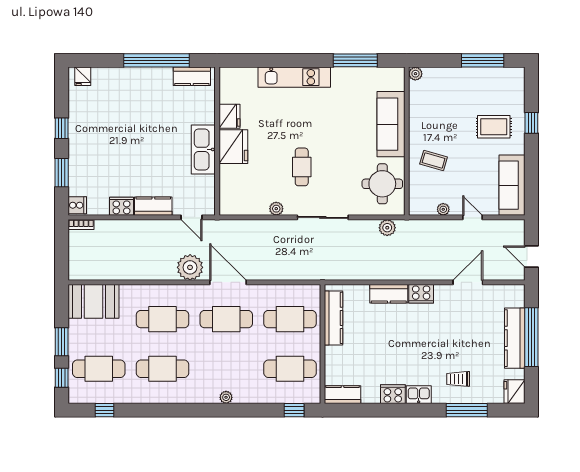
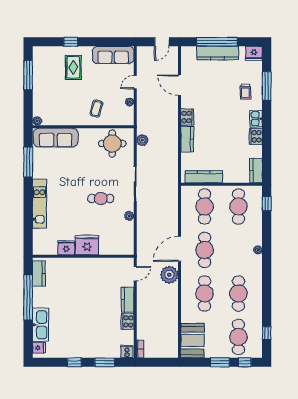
sofa: (391, 124) -> (56, 138), moved
kitchen sink: (203, 149) -> (41, 325), moved, turned -90

